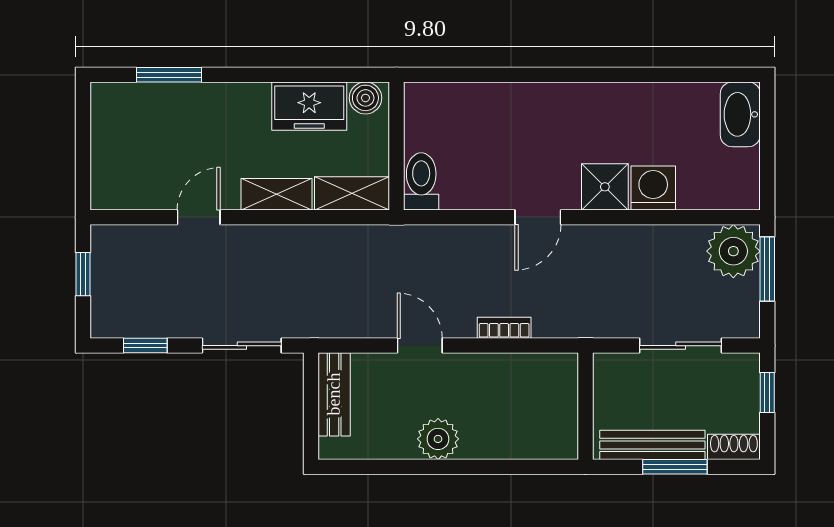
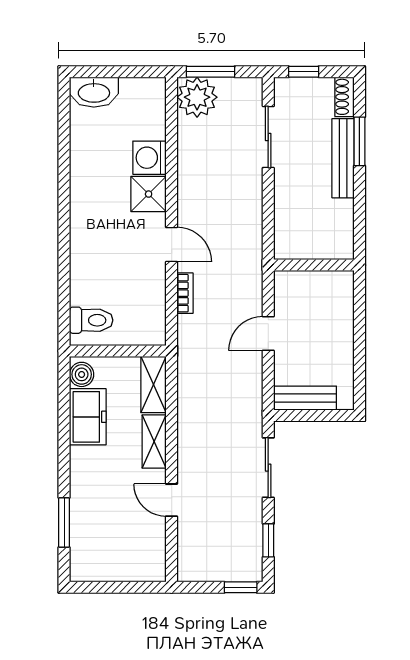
toilet: (421, 181) -> (91, 320), moved, turned 180
window: (83, 274) -> (241, 587), moved
bookcase: (504, 328) -> (185, 293), moved, turned 180
wall: (585, 406) -> (314, 265), moved
plant: (438, 439) -> (339, 320), removed

